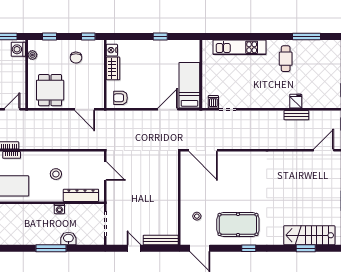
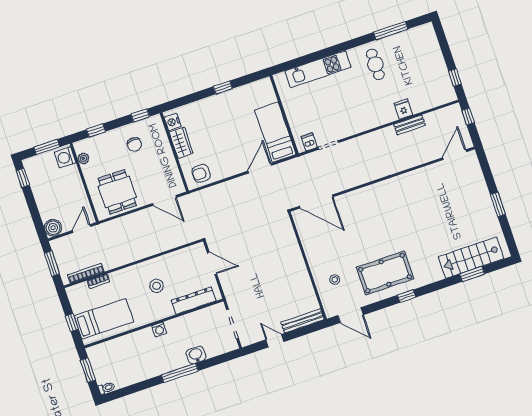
washing machine: (59, 209) -> (159, 329), moved

